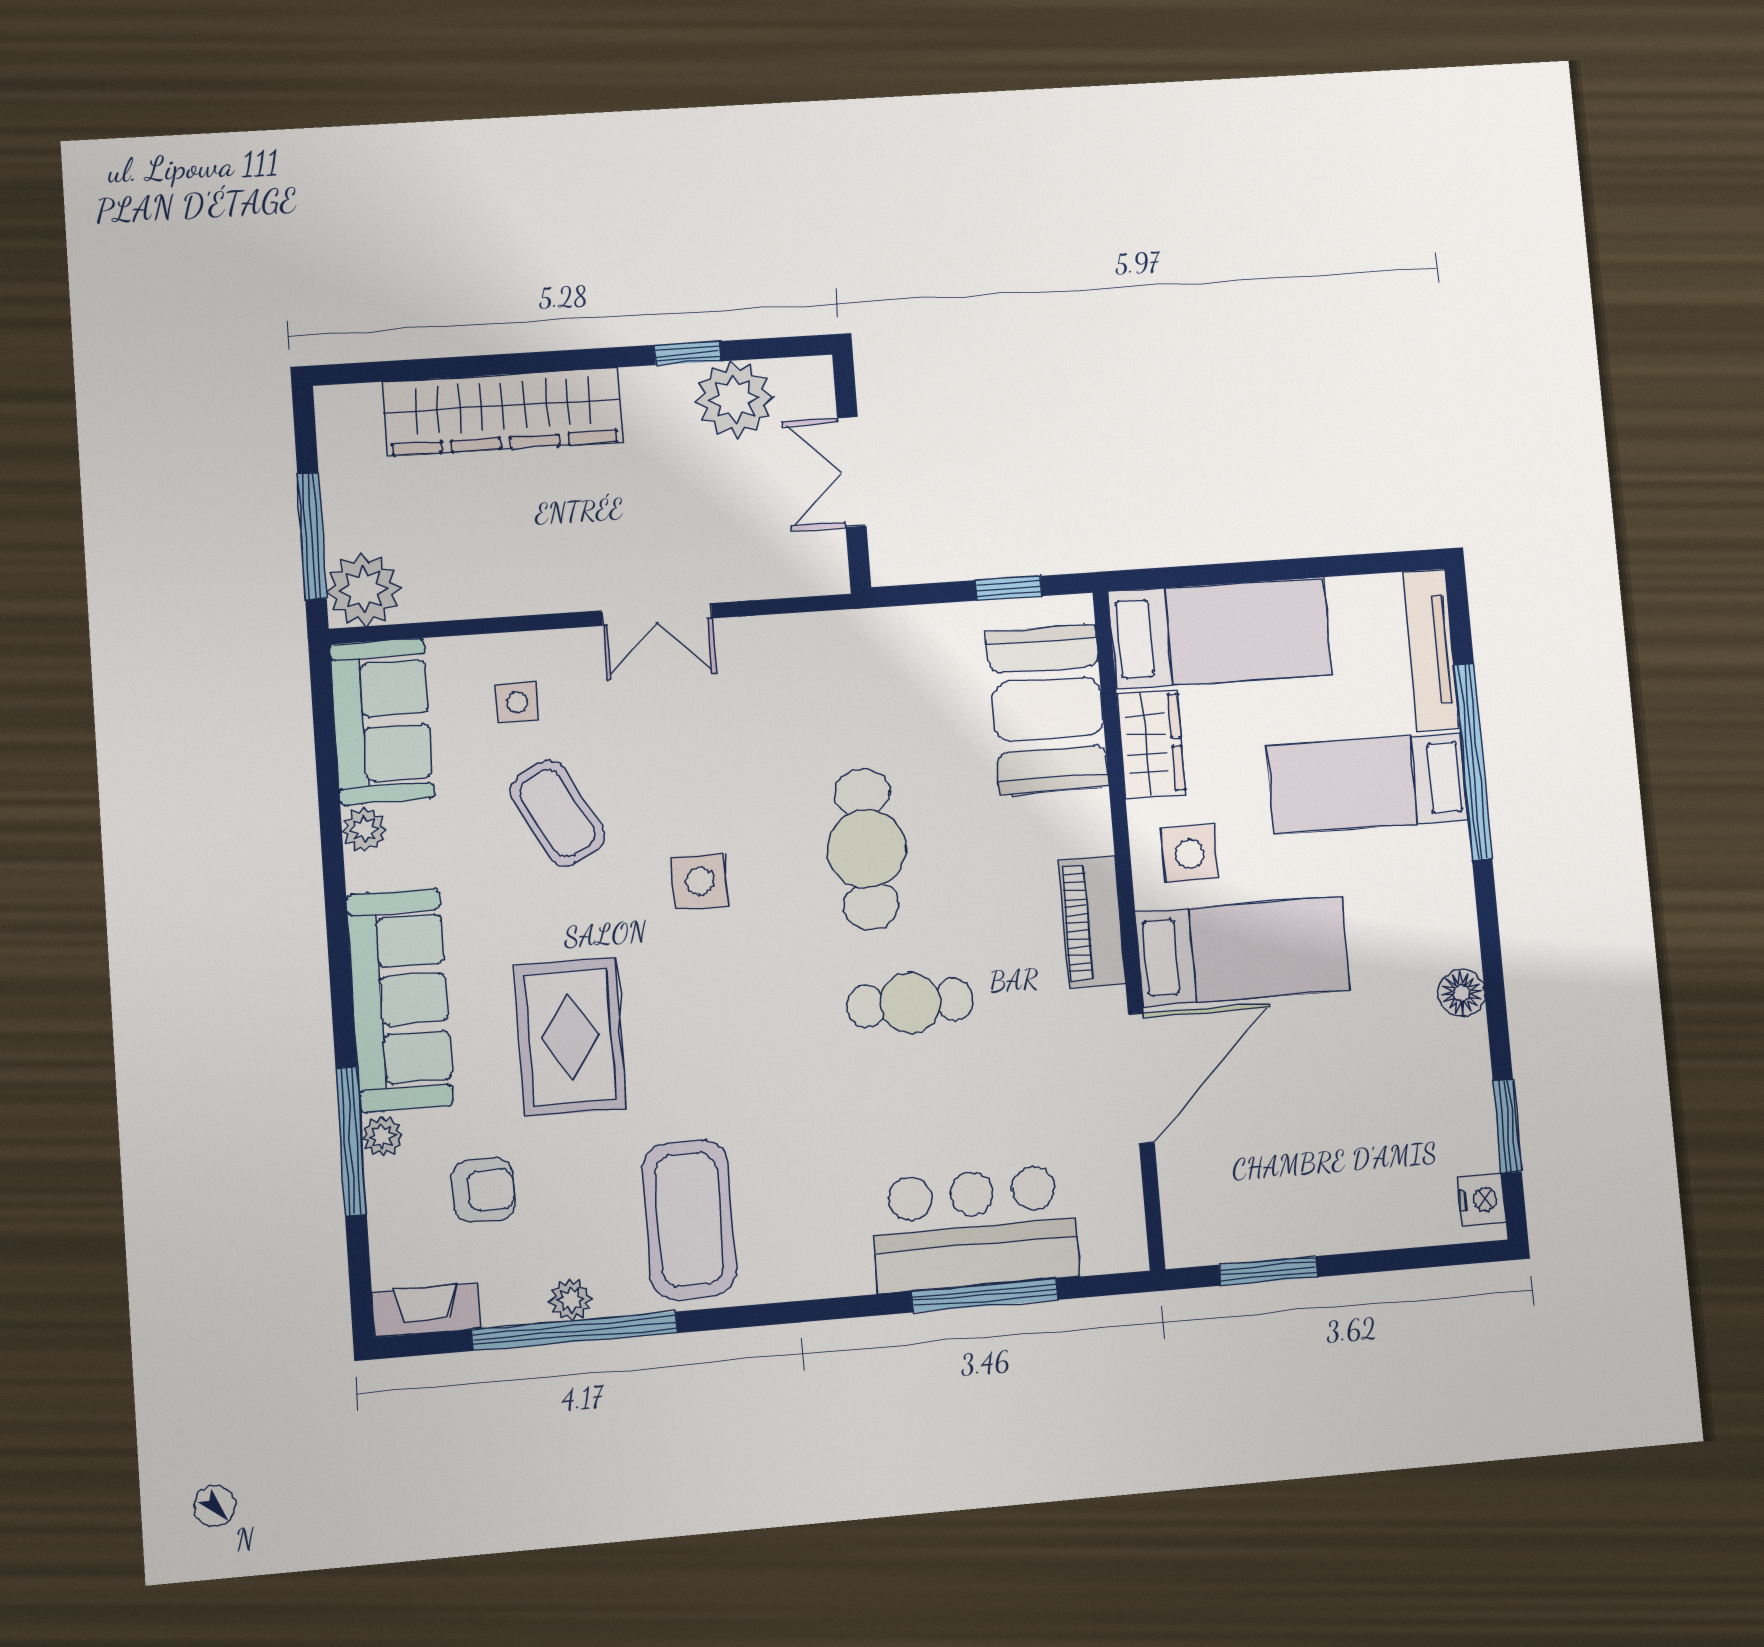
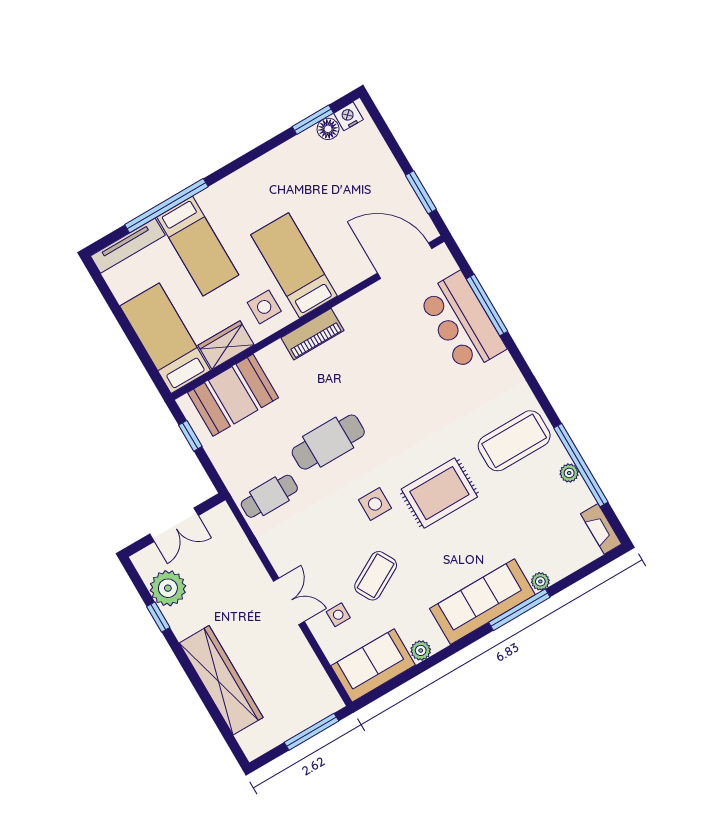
plant: (364, 590) -> (323, 700), removed
double door: (657, 614) -> (289, 601), moved
floor lamp: (1462, 993) -> (328, 129), moved
cafe table: (910, 1003) -> (269, 496), moved, turned 90
rug: (571, 1037) -> (439, 493), moved
door: (1141, 1078) -> (405, 261), moved
window: (351, 1141) -> (519, 610), moved
armchair: (483, 1190) -> (542, 530), removed

